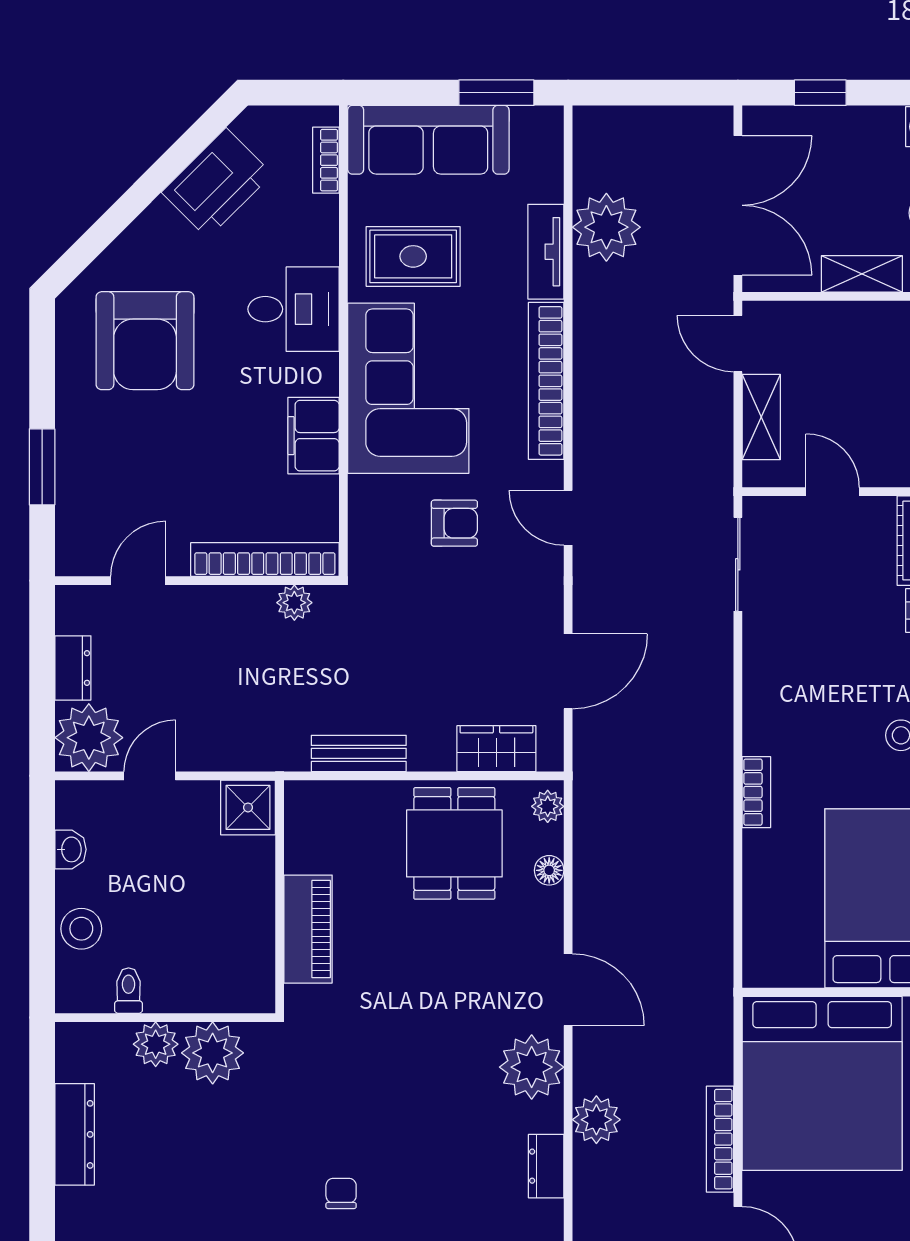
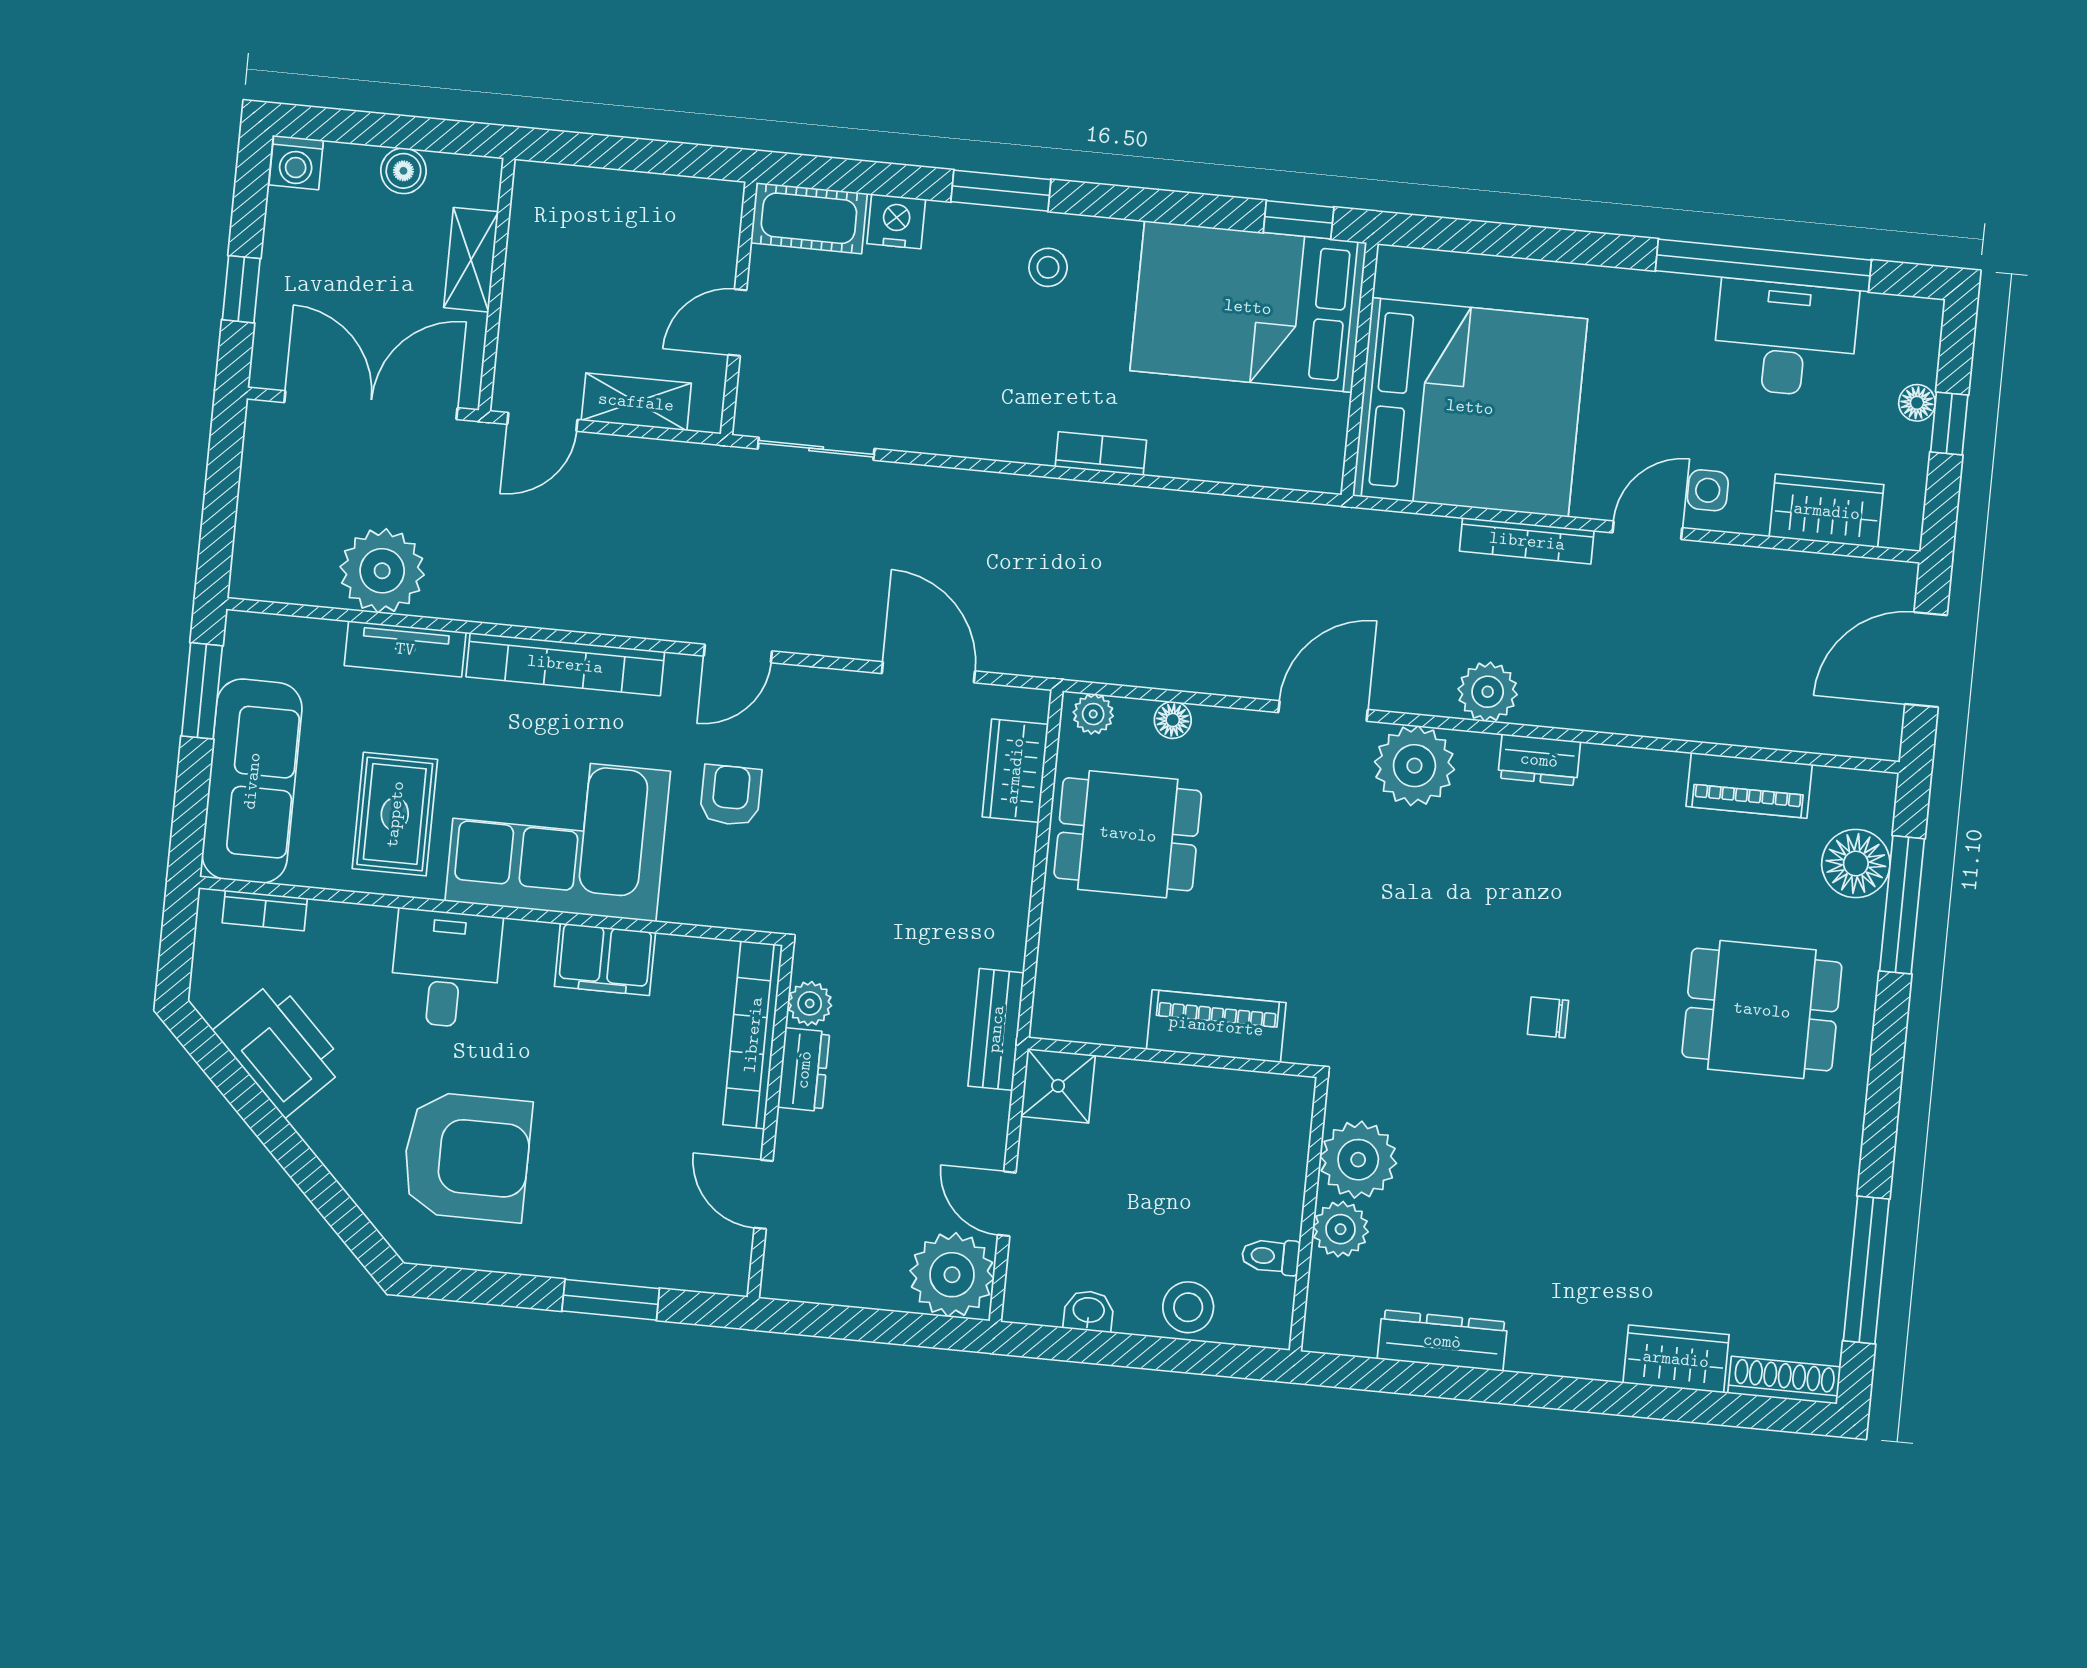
dresser: (73, 668) -> (804, 1070), moved, turned 90
bench: (359, 753) -> (996, 1029), moved

